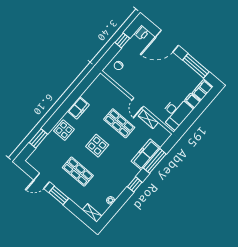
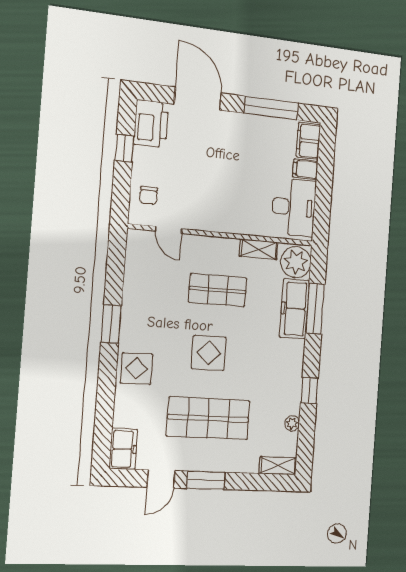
printer: (142, 33) -> (151, 124), width x1.87, depth x1.48
door: (167, 41) -> (198, 99), swing flipped
door: (138, 103) -> (169, 230), moved
freezer: (78, 108) -> (123, 449), moved
plant: (160, 136) -> (296, 262), added
window: (38, 138) -> (111, 324), moved
shop shelf: (78, 172) -> (208, 418), width x1.43, depth x1.36
window: (135, 184) -> (309, 391), moved

